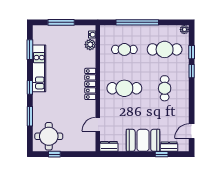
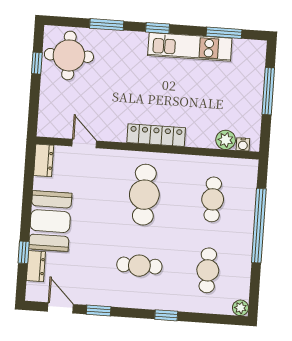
cafe table: (165, 49) -> (208, 270), width x0.73, depth x0.74
window: (192, 52) -> (99, 311), moved

